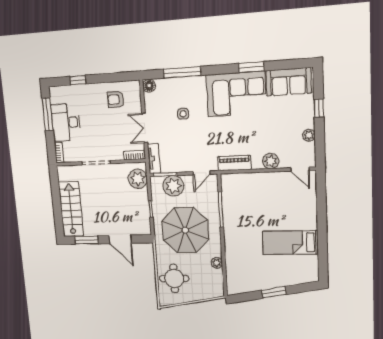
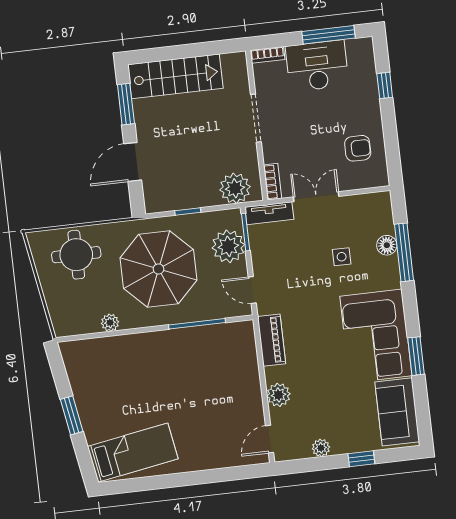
floor lamp: (149, 86) -> (387, 245), moved
armchair: (116, 100) -> (358, 148), turned 90
bed: (290, 243) -> (133, 453), moved, turned 80

